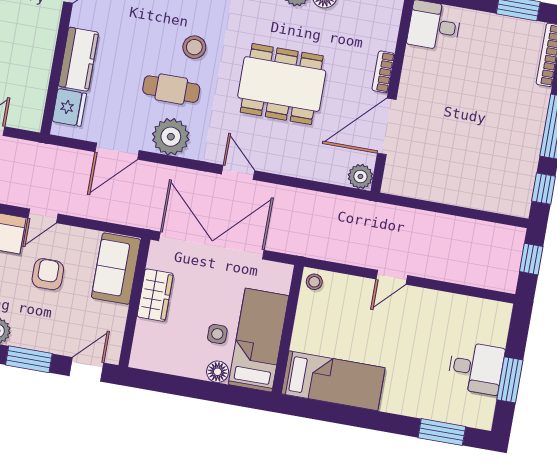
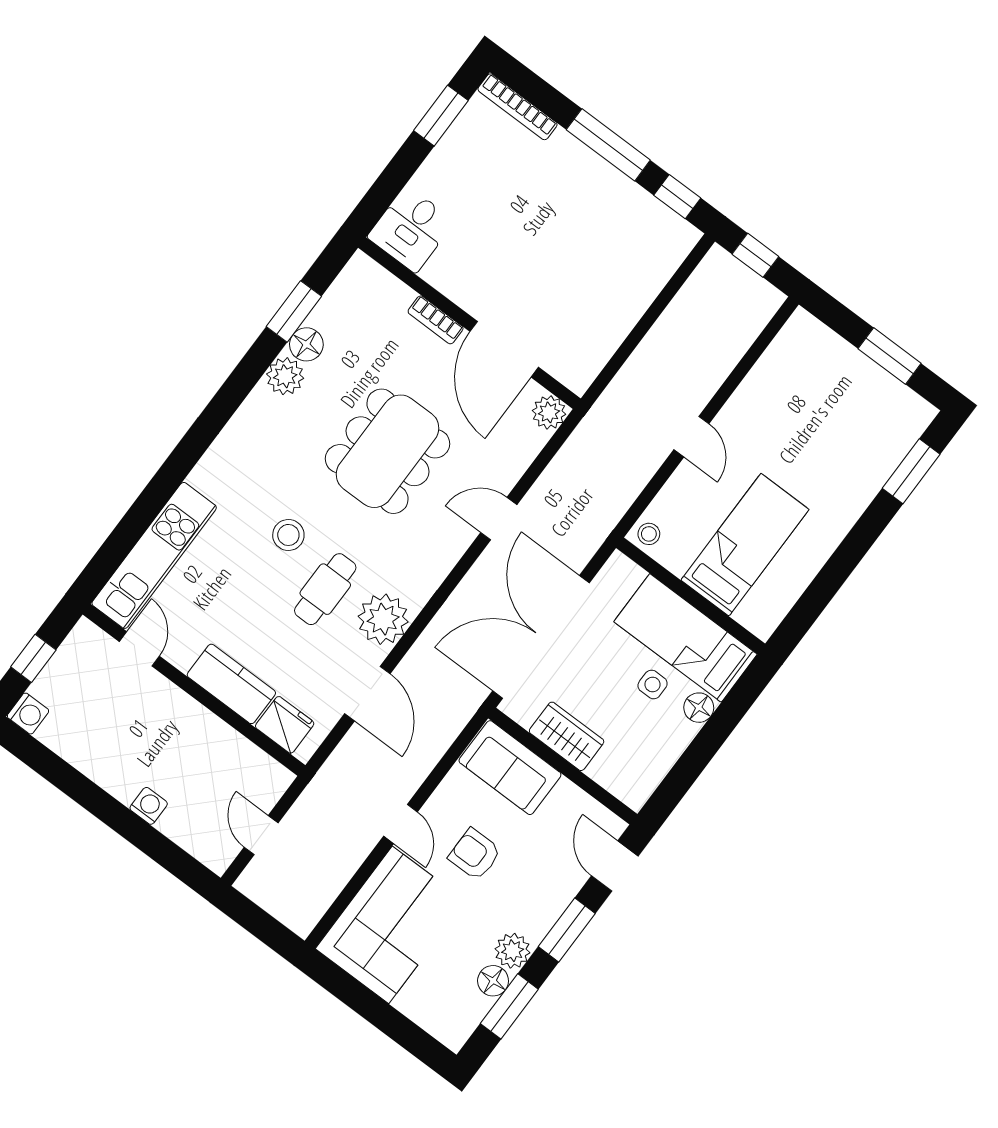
door: (238, 172) -> (499, 519), moved
desk: (476, 368) -> (854, 390), removed
bed: (333, 381) -> (745, 545), moved

